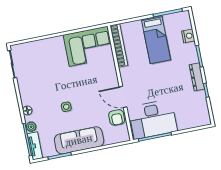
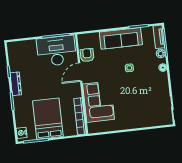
nightstand: (188, 36) -> (22, 133), moved
bed: (156, 39) -> (48, 119), width x1.50
corner sofa: (89, 46) -> (98, 102), moved, turned 90
door: (123, 97) -> (80, 72), swing flipped

